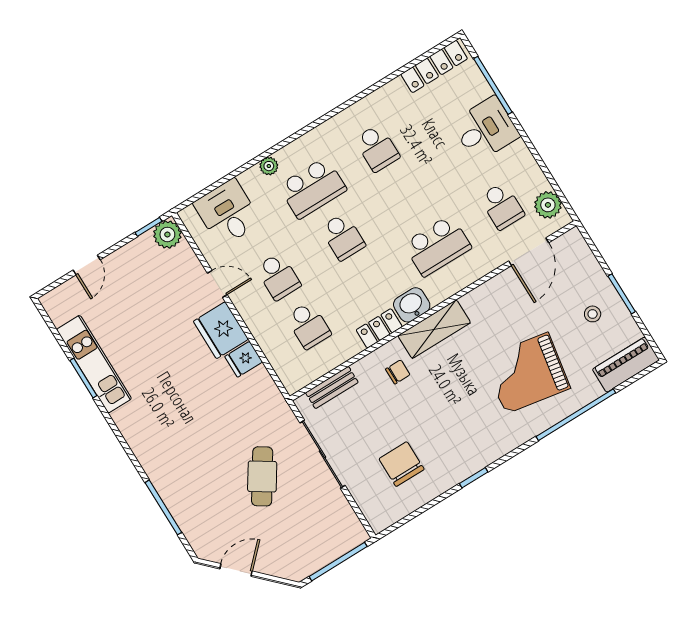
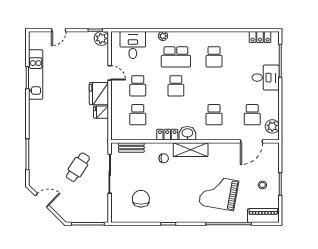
locker: (434, 66) -> (260, 37), width x0.66
school desk: (437, 246) -> (214, 115), width x0.54

